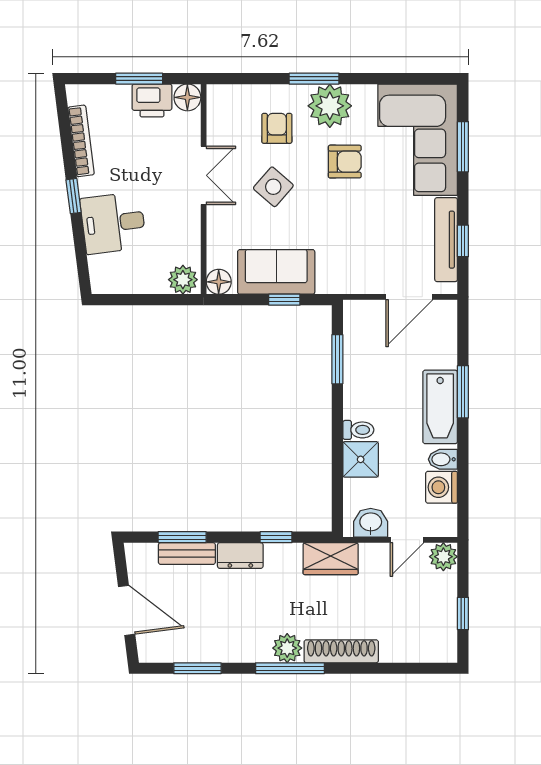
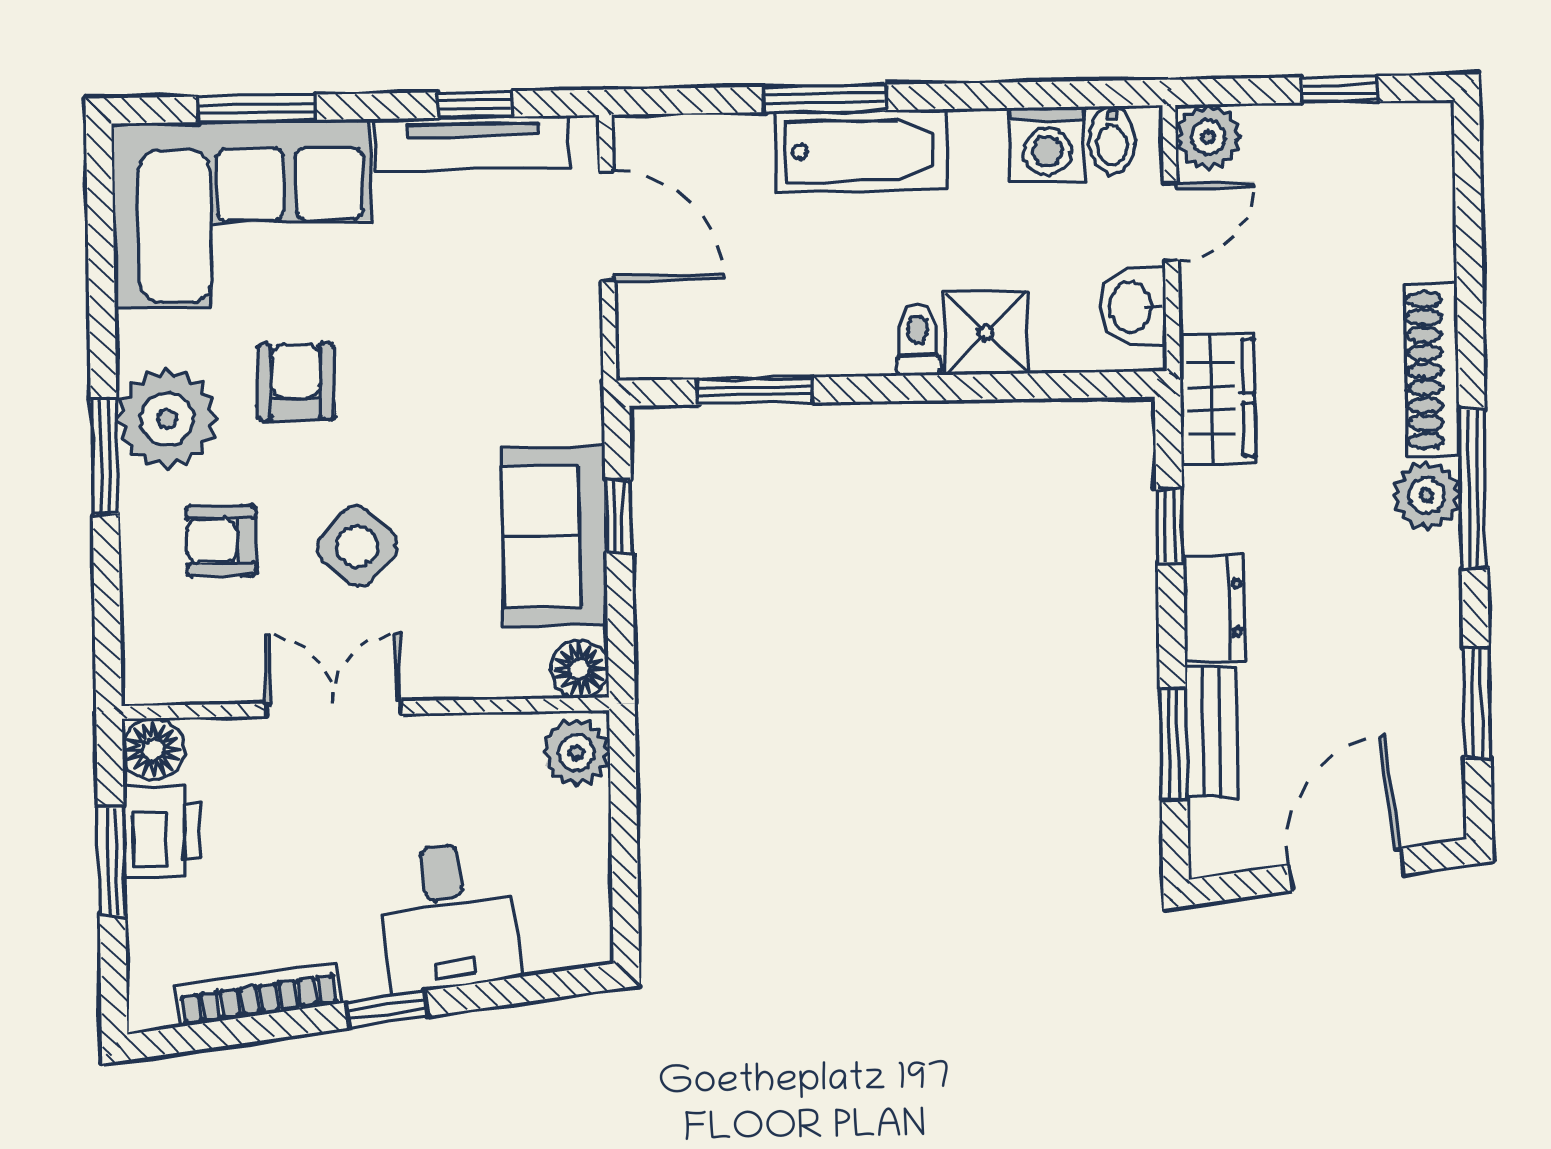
bidet: (443, 459) -> (1112, 140), moved
door: (407, 540) -> (1171, 222), hinge flipped

